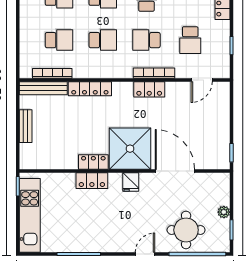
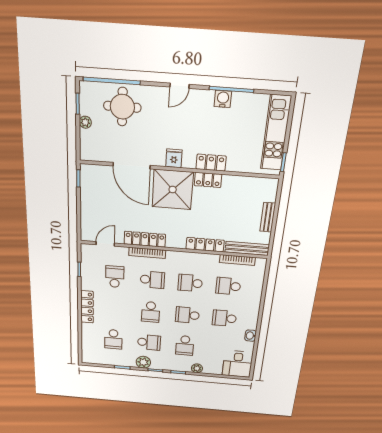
locker: (149, 89) -> (145, 239), width x1.53
water cooler: (86, 244) -> (223, 99), added
door: (145, 254) -> (179, 86), moved

